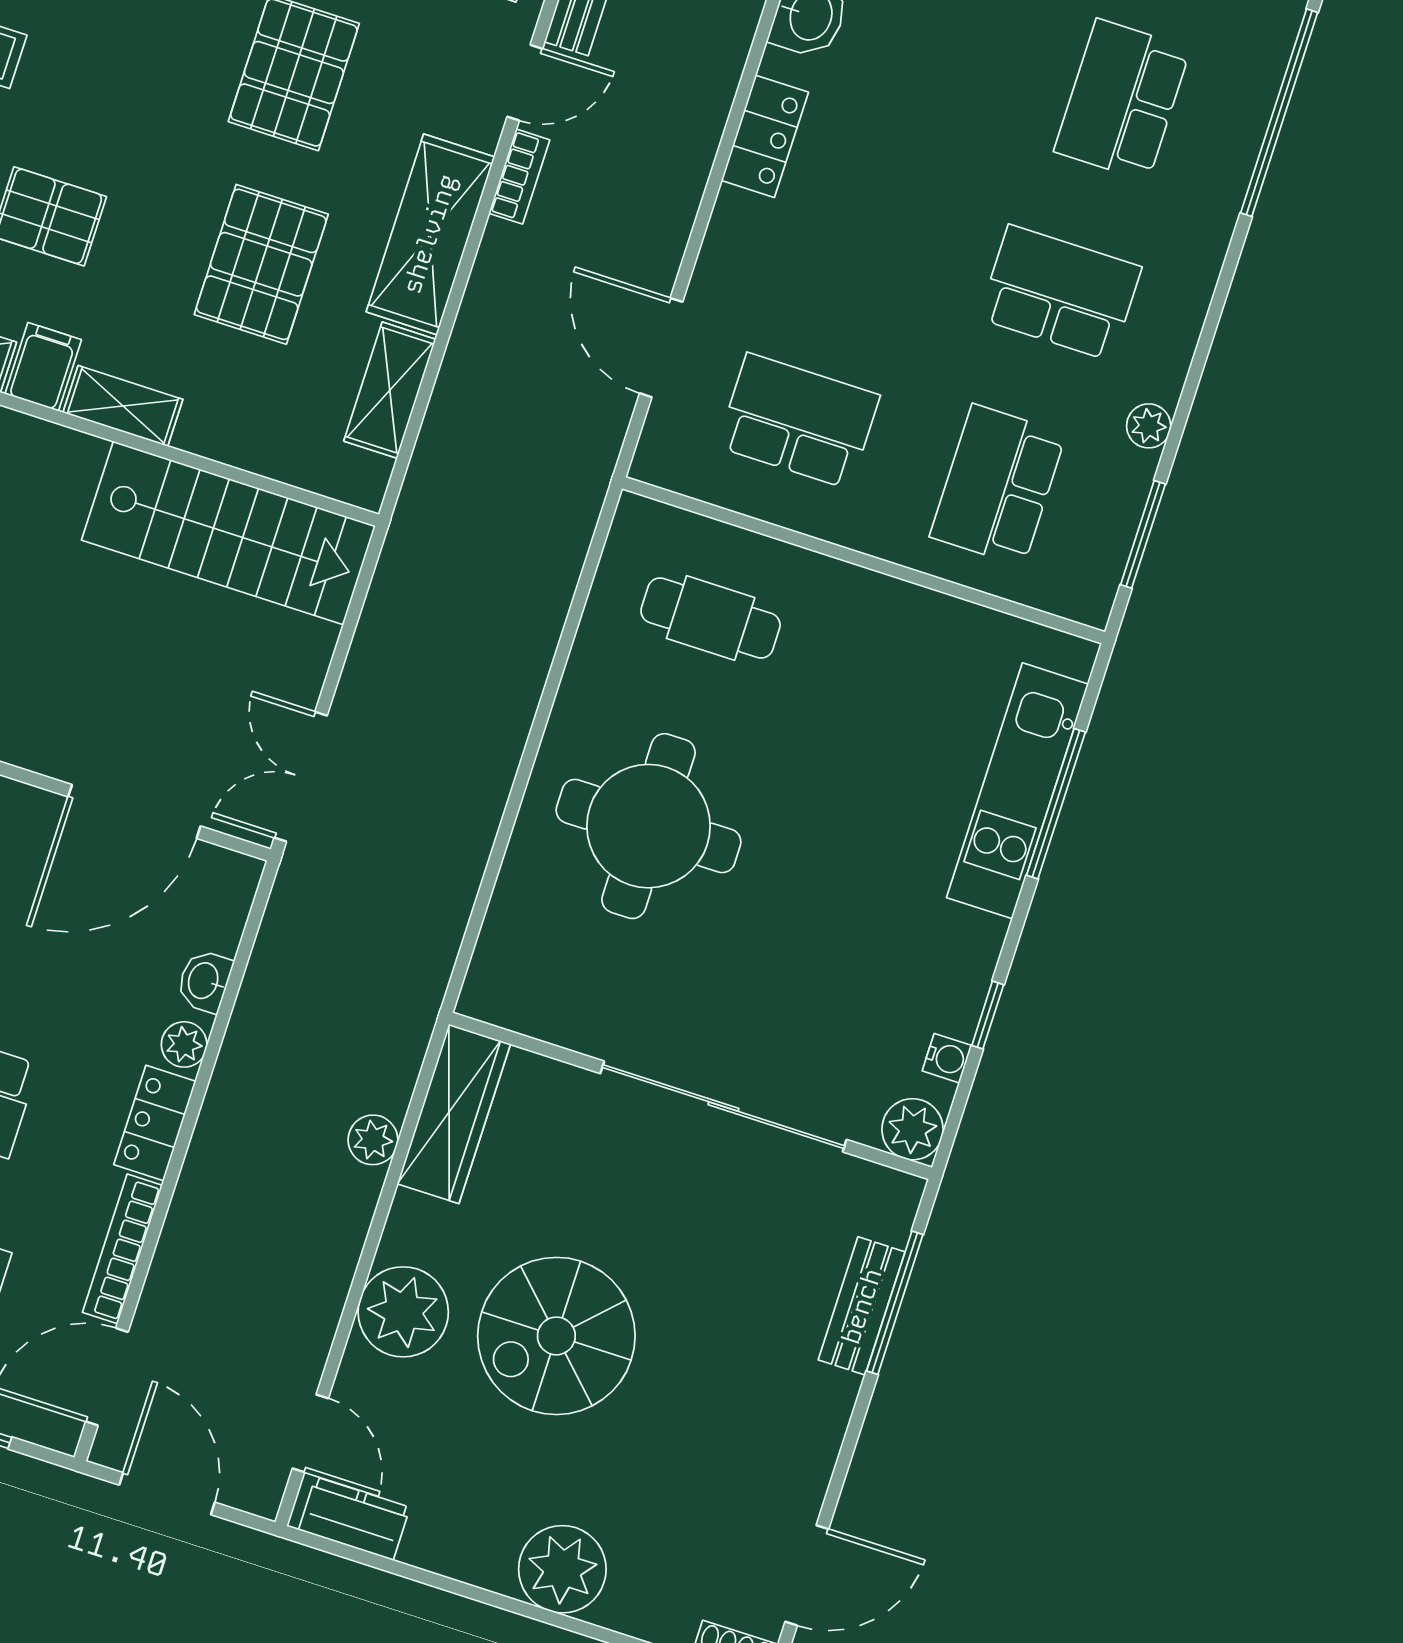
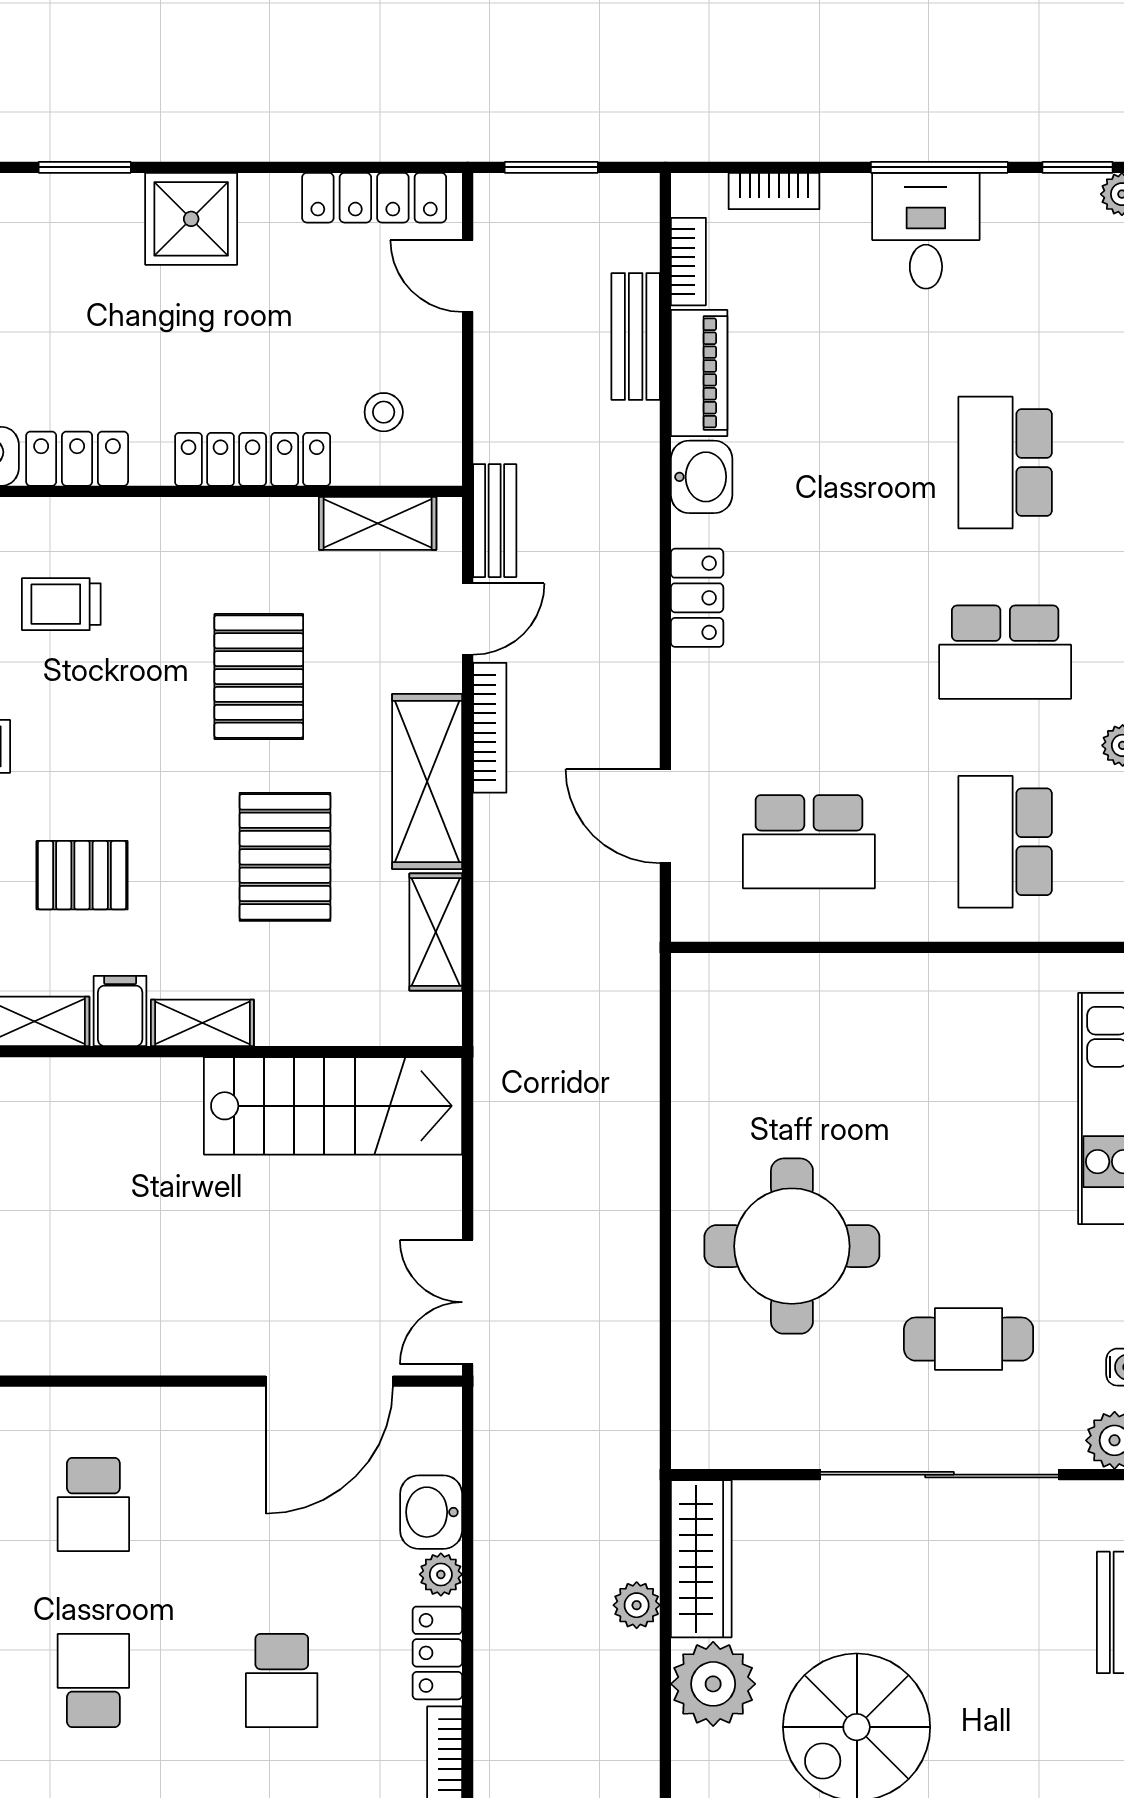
bookcase: (519, 177) -> (490, 728), width x1.56
school desk: (1060, 293) -> (1005, 652), turned 180
school desk: (798, 421) -> (809, 842), turned 180
cafe table: (711, 618) -> (969, 1339), moved
washbasin: (204, 981) -> (431, 1512), width x1.38, depth x1.45
plant: (403, 1312) -> (713, 1684), moved

